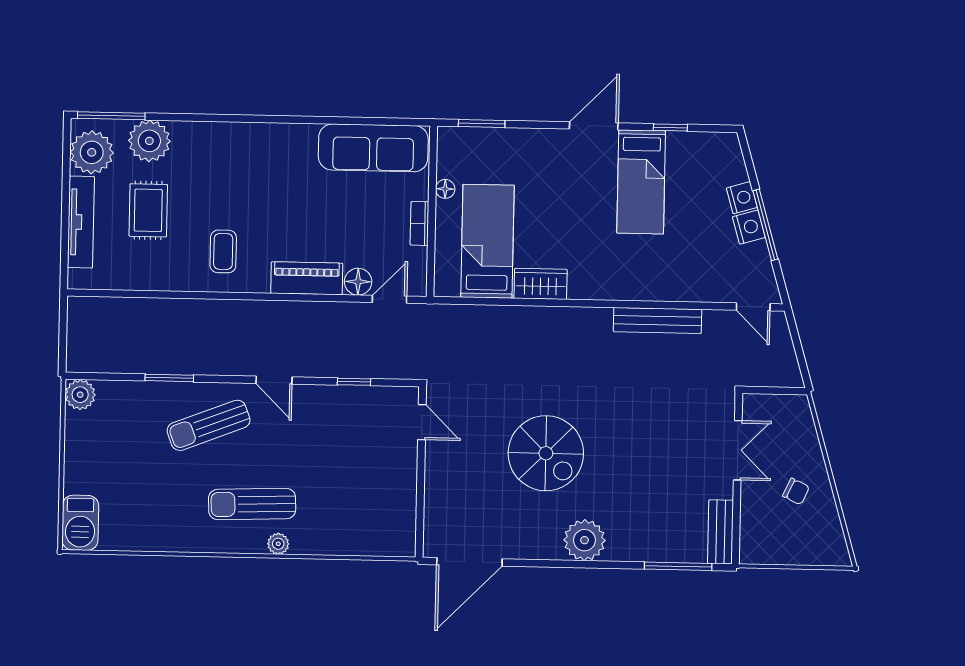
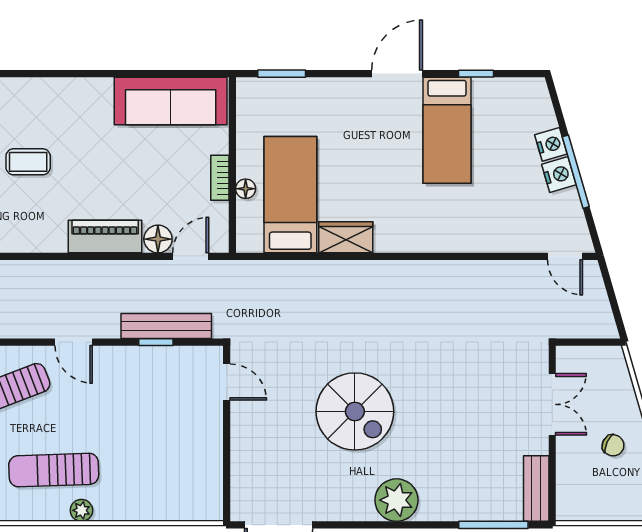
floor lamp: (445, 189) -> (246, 189), moved
coffee table: (223, 251) -> (28, 162), moved, turned 90
bench: (658, 320) -> (166, 326), moved

